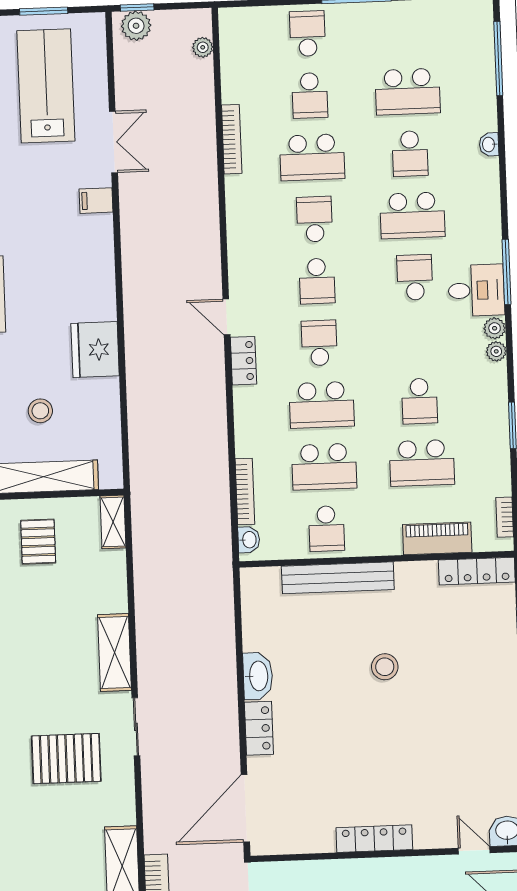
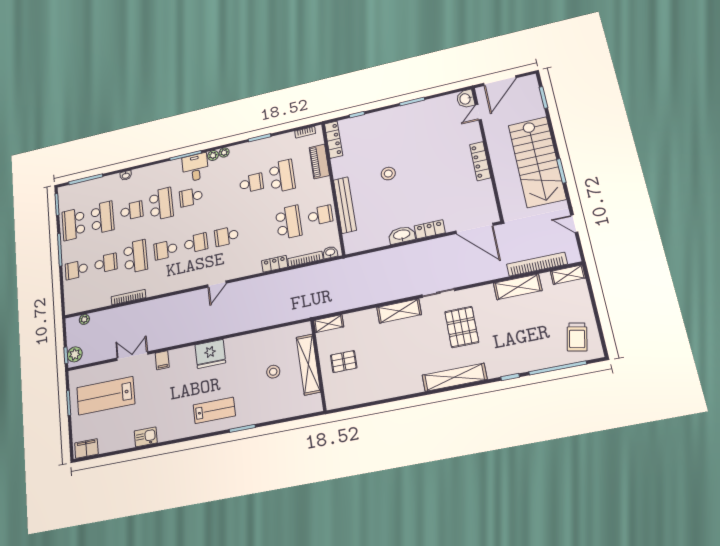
fridge: (95, 350) -> (210, 354), moved
locker: (243, 361) -> (275, 264), moved
school desk: (322, 405) -> (74, 224), moved, turned 180

